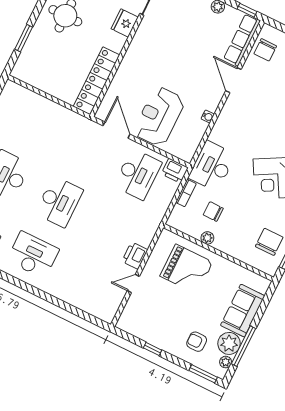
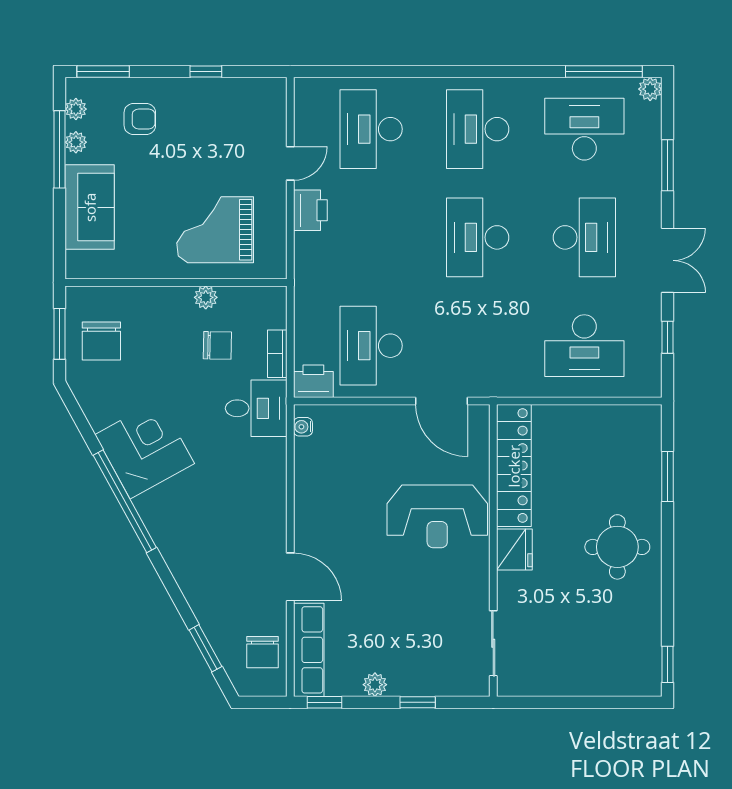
fridge: (125, 23) -> (514, 550), moved
chair: (265, 50) -> (263, 652), turned 180
reception desk: (159, 117) -> (437, 516), moved, turned 90
water cooler: (208, 117) -> (303, 427), moved
desk: (33, 123) -> (584, 346), added
desk: (212, 166) -> (256, 408), width x0.73
desk: (33, 255) -> (478, 129), turned 90
desk: (85, 281) -> (371, 129), added
plant: (229, 343) -> (76, 142), width x0.53, depth x0.53

